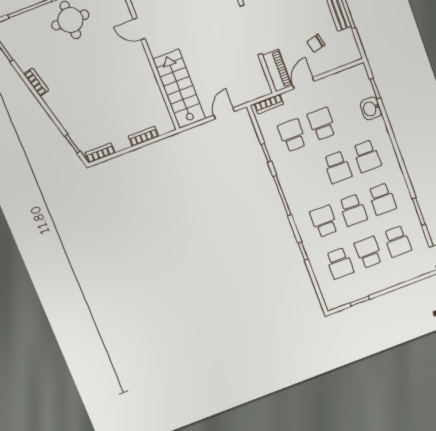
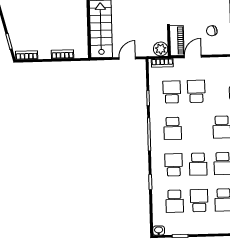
plant: (261, 88) -> (161, 49), added
school desk: (338, 167) -> (173, 128), moved
washbasin: (332, 304) -> (159, 231), added

